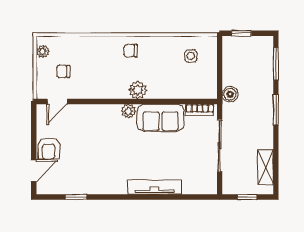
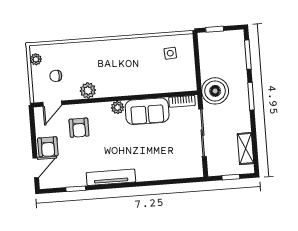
chair: (131, 51) -> (115, 53), removed
plant: (138, 90) -> (88, 90), moved
boiler: (230, 94) -> (215, 91), width x1.86, depth x1.86
armchair: (84, 130) -> (79, 128), added
tv unit: (154, 187) -> (111, 177), moved

